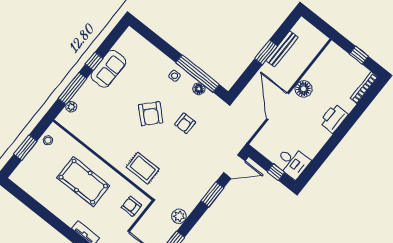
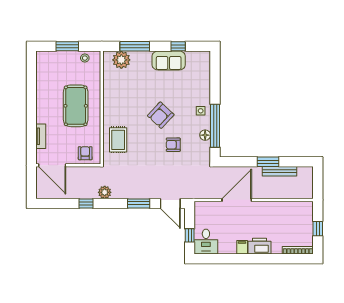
window: (94, 61) -> (178, 46), moved
floor lamp: (304, 89) -> (263, 209), removed
plant: (71, 107) -> (121, 60), width x1.88, depth x1.88
filing cabinet: (323, 134) -> (242, 247), added

